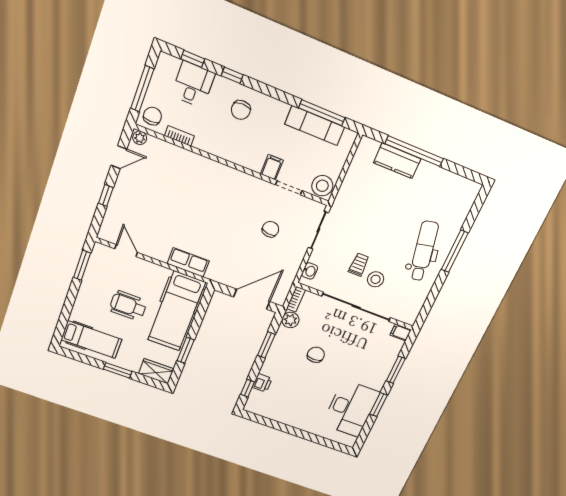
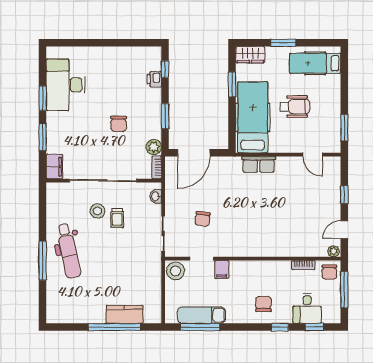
filing cabinet: (401, 332) -> (54, 167), width x2.00

